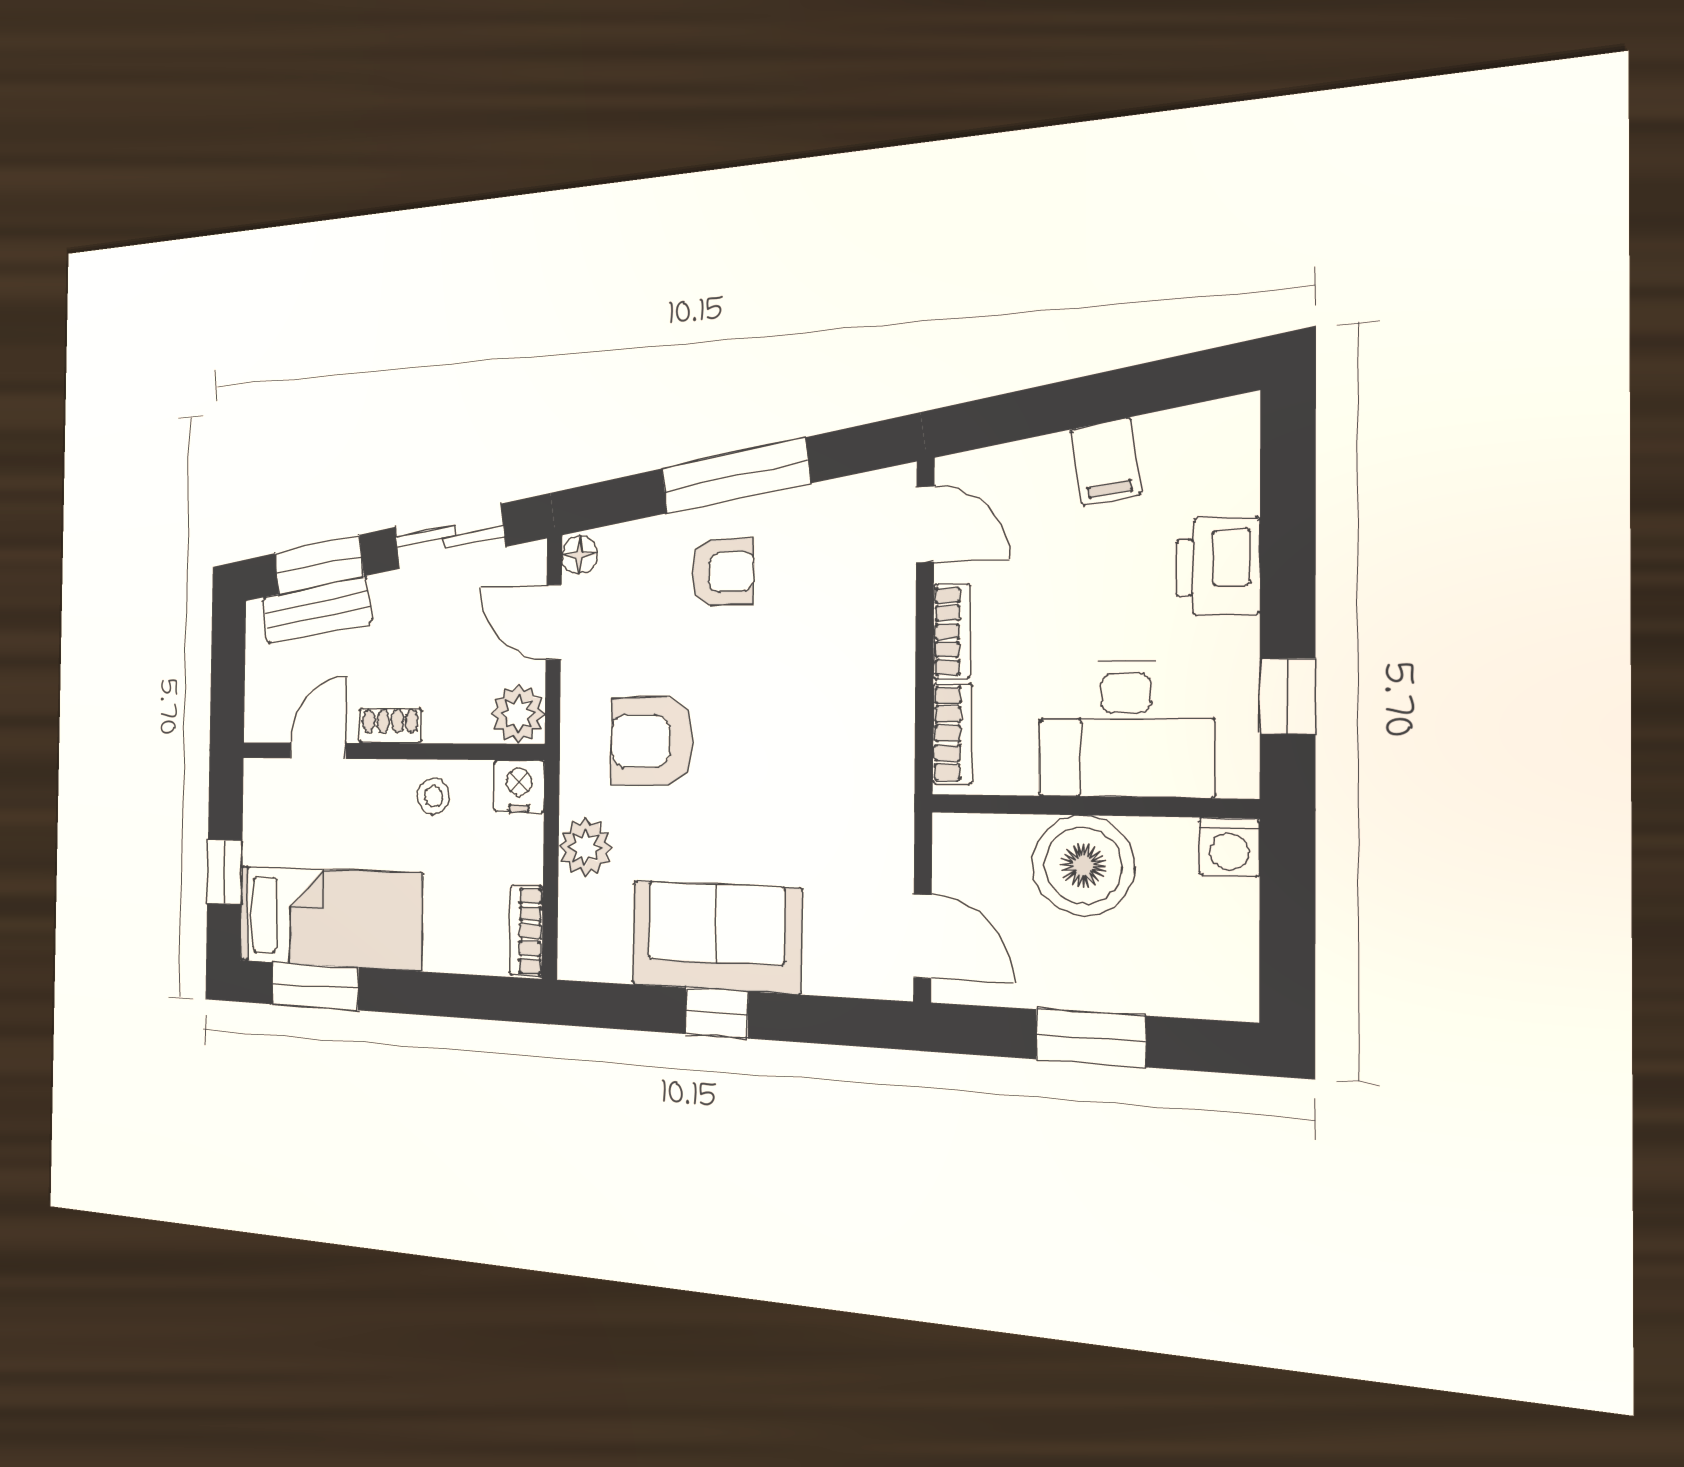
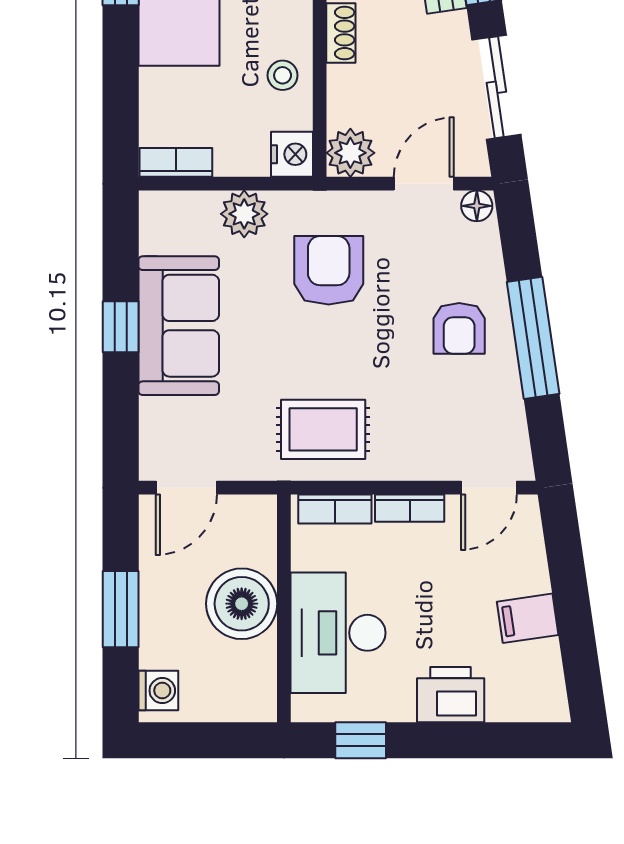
rug: (847, 749) -> (323, 429), added
washing machine: (1229, 847) -> (158, 691), moved, turned 180

